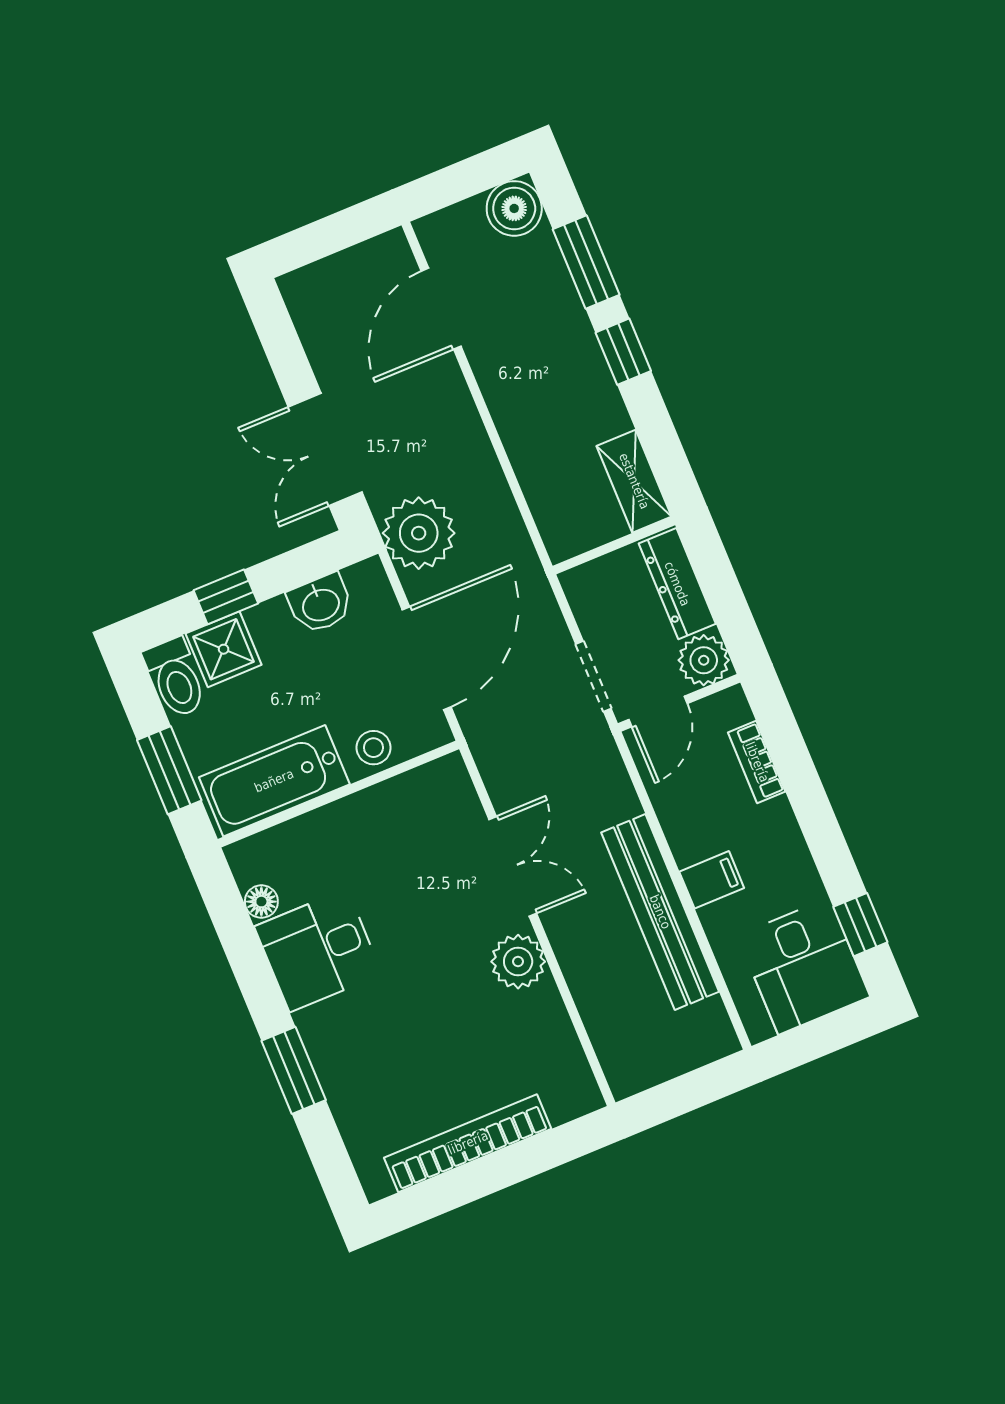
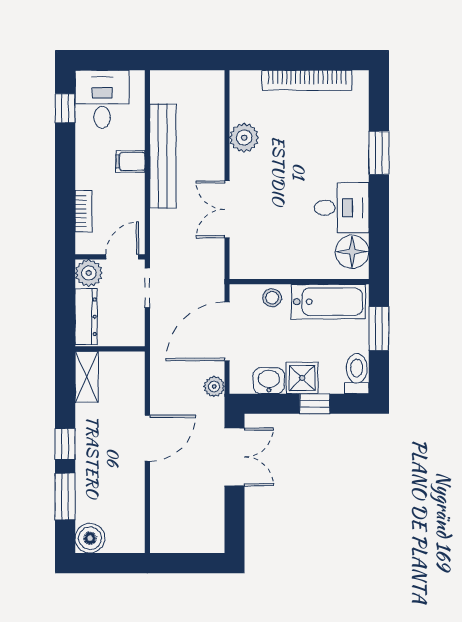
door: (441, 309) -> (147, 438), moved
plant: (419, 533) -> (214, 387), width x0.53, depth x0.53
shower: (224, 649) -> (302, 378), moved
floor lamp: (261, 902) -> (352, 252), width x1.89, depth x1.89
plant: (518, 962) -> (244, 138), moved

